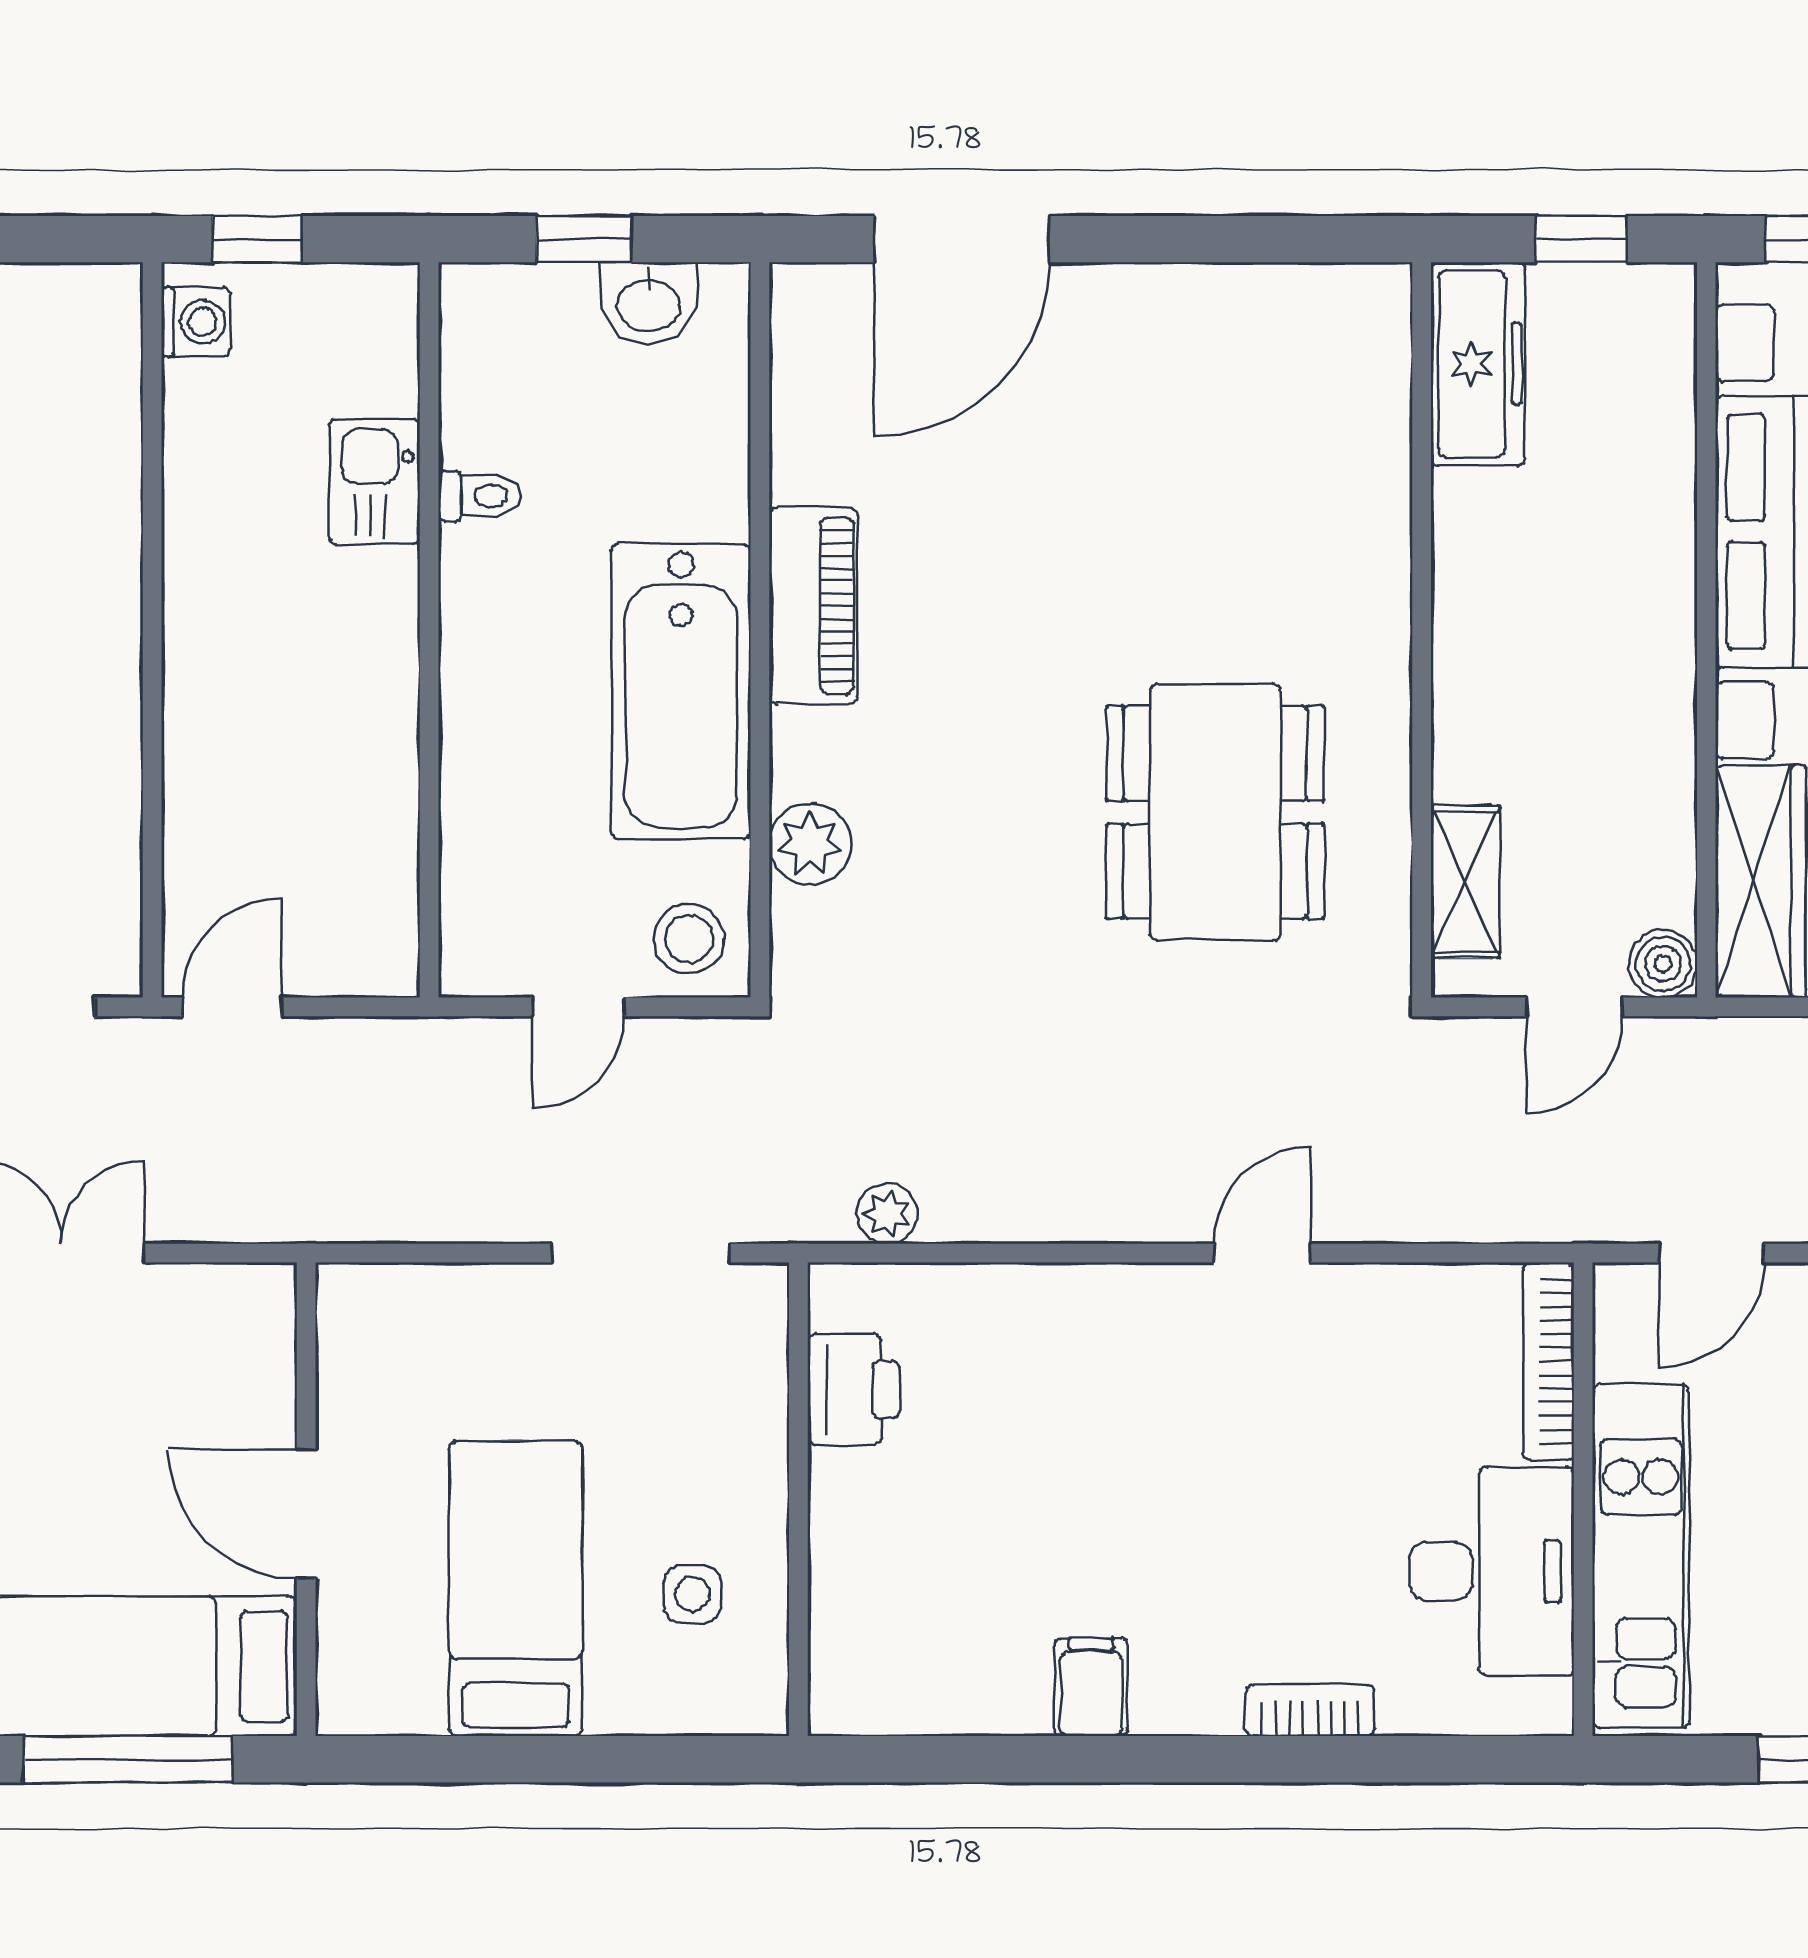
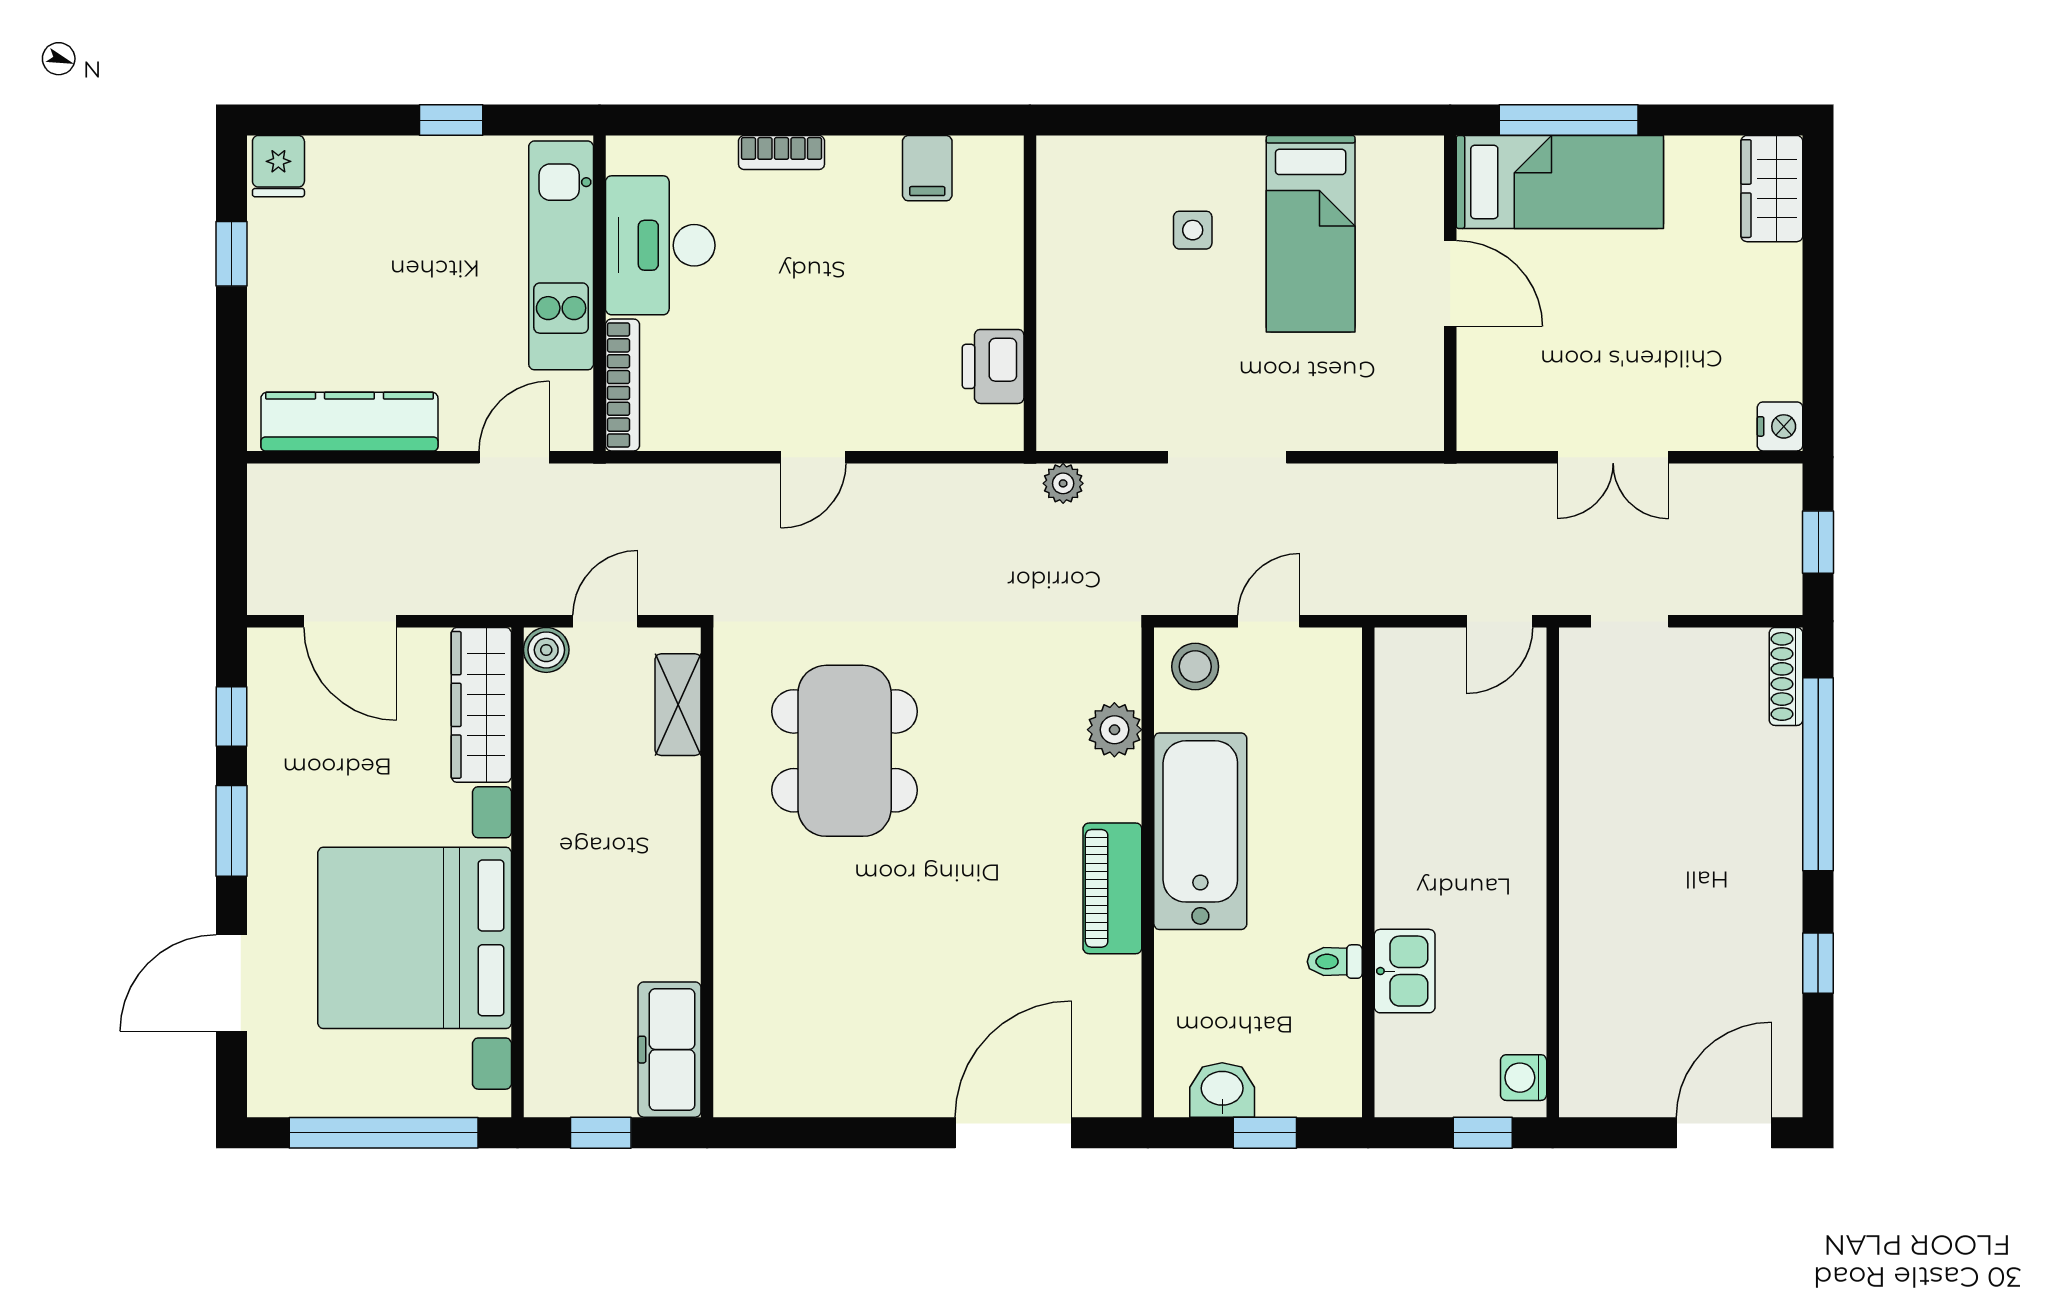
printer: (854, 1389) -> (993, 366), moved
wall: (798, 1499) -> (1030, 293), moved

